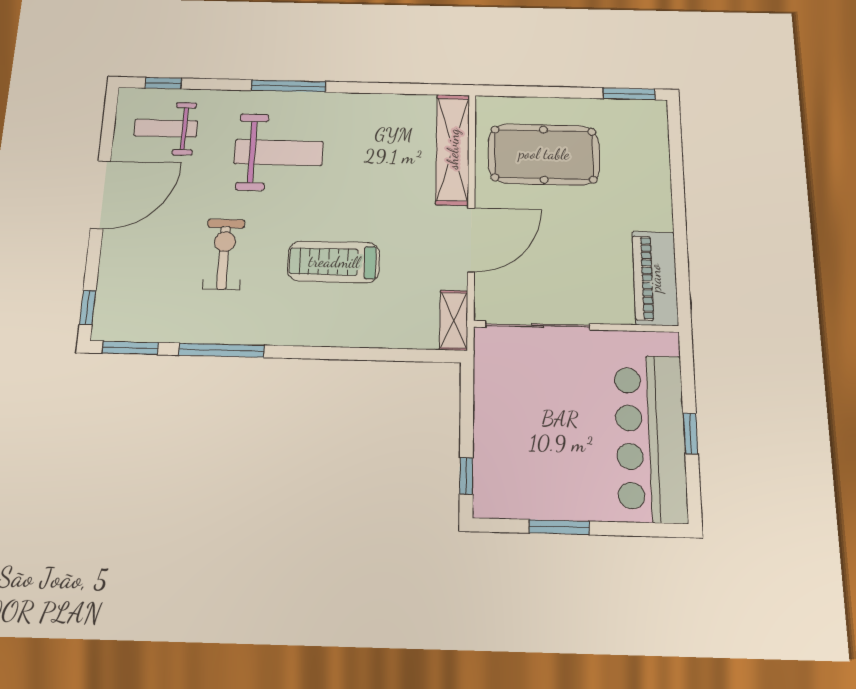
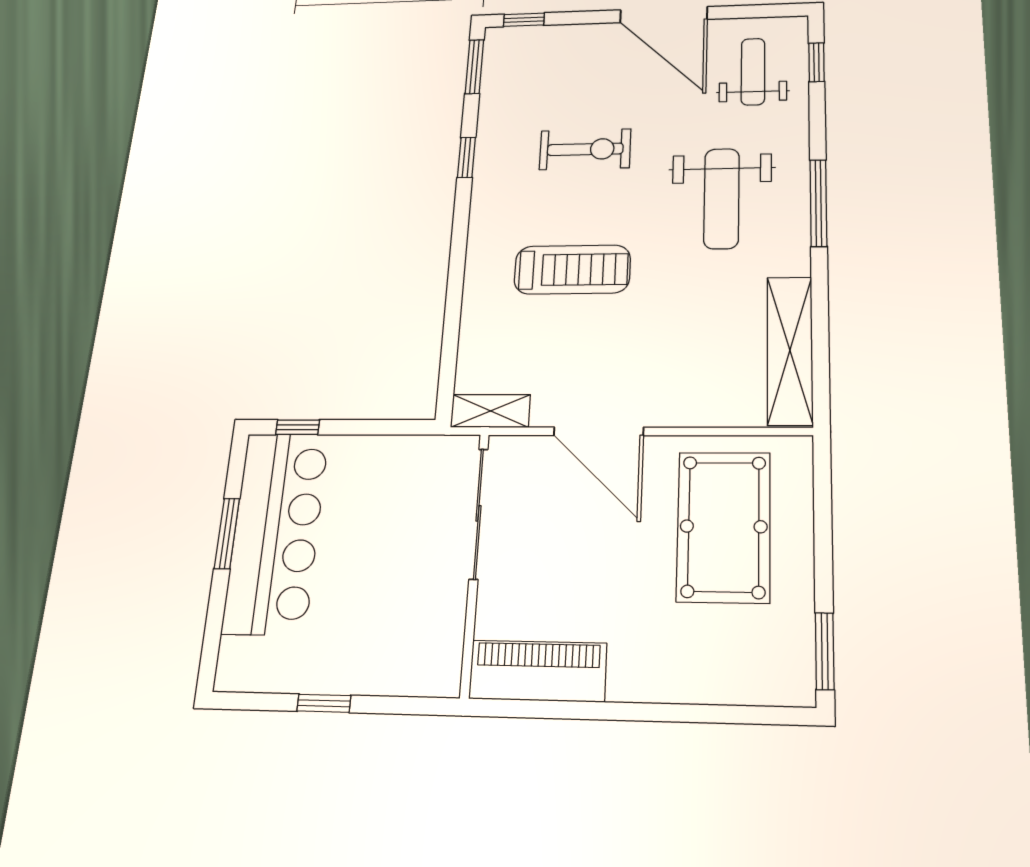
shelving: (453, 149) -> (790, 350), moved, turned 90
treadmill: (334, 262) -> (572, 270), turned 90
window: (222, 350) -> (466, 157), width x0.46
bar counter: (650, 438) -> (276, 532), moved, turned 90

